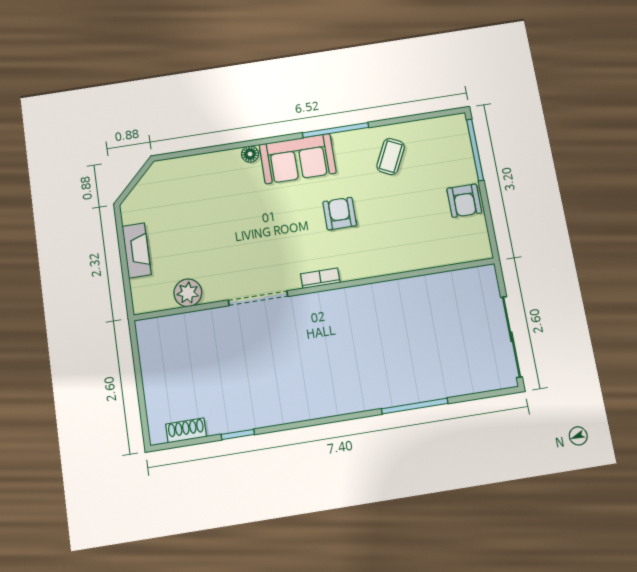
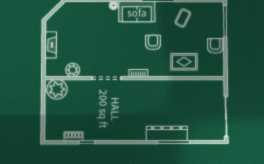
armchair: (464, 201) -> (215, 46), turned 180
rug: (408, 241) -> (184, 62), added
plant: (162, 336) -> (57, 89), added
dresser: (397, 391) -> (167, 133), added
shoe rack: (186, 430) -> (74, 136), moved

